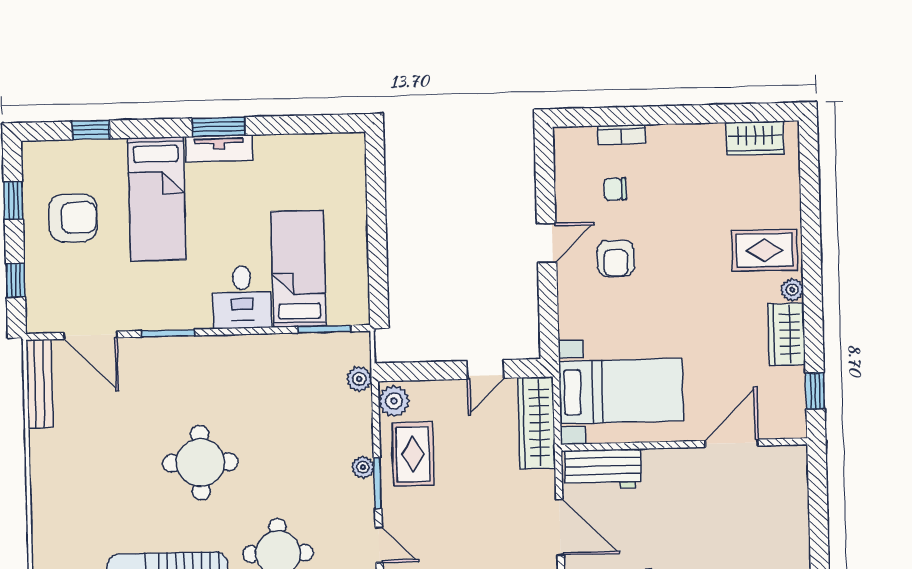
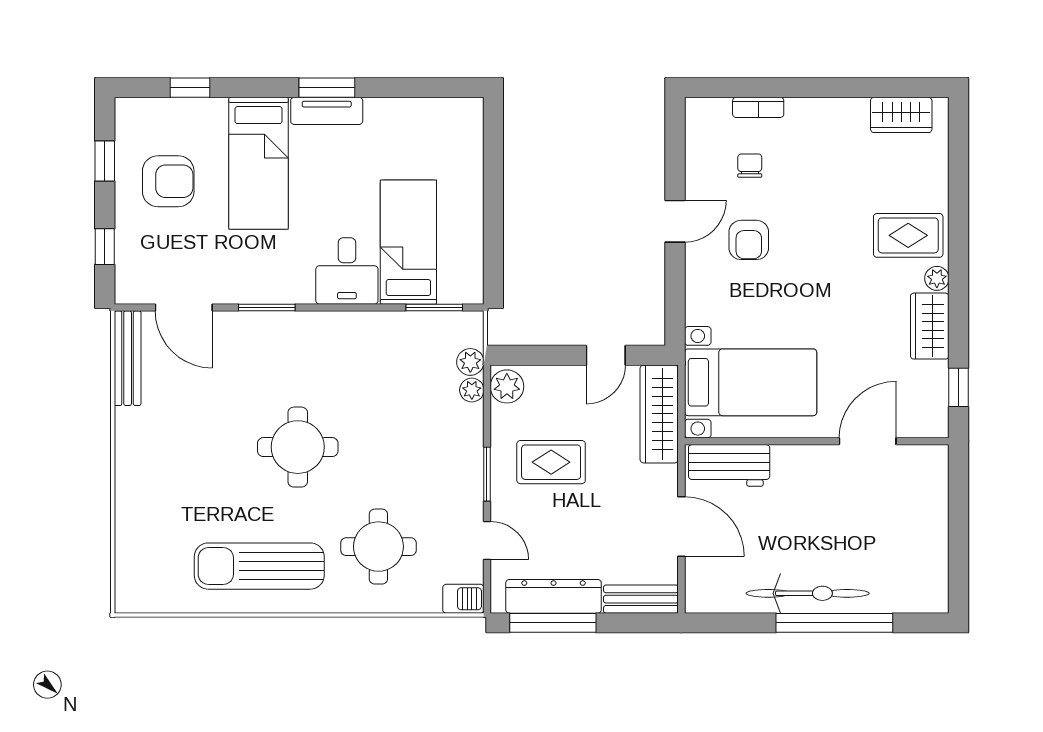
chair: (615, 189) -> (750, 166), turned 90
rug: (413, 454) -> (551, 462), moved, turned 90
plant: (363, 467) -> (472, 390), moved

